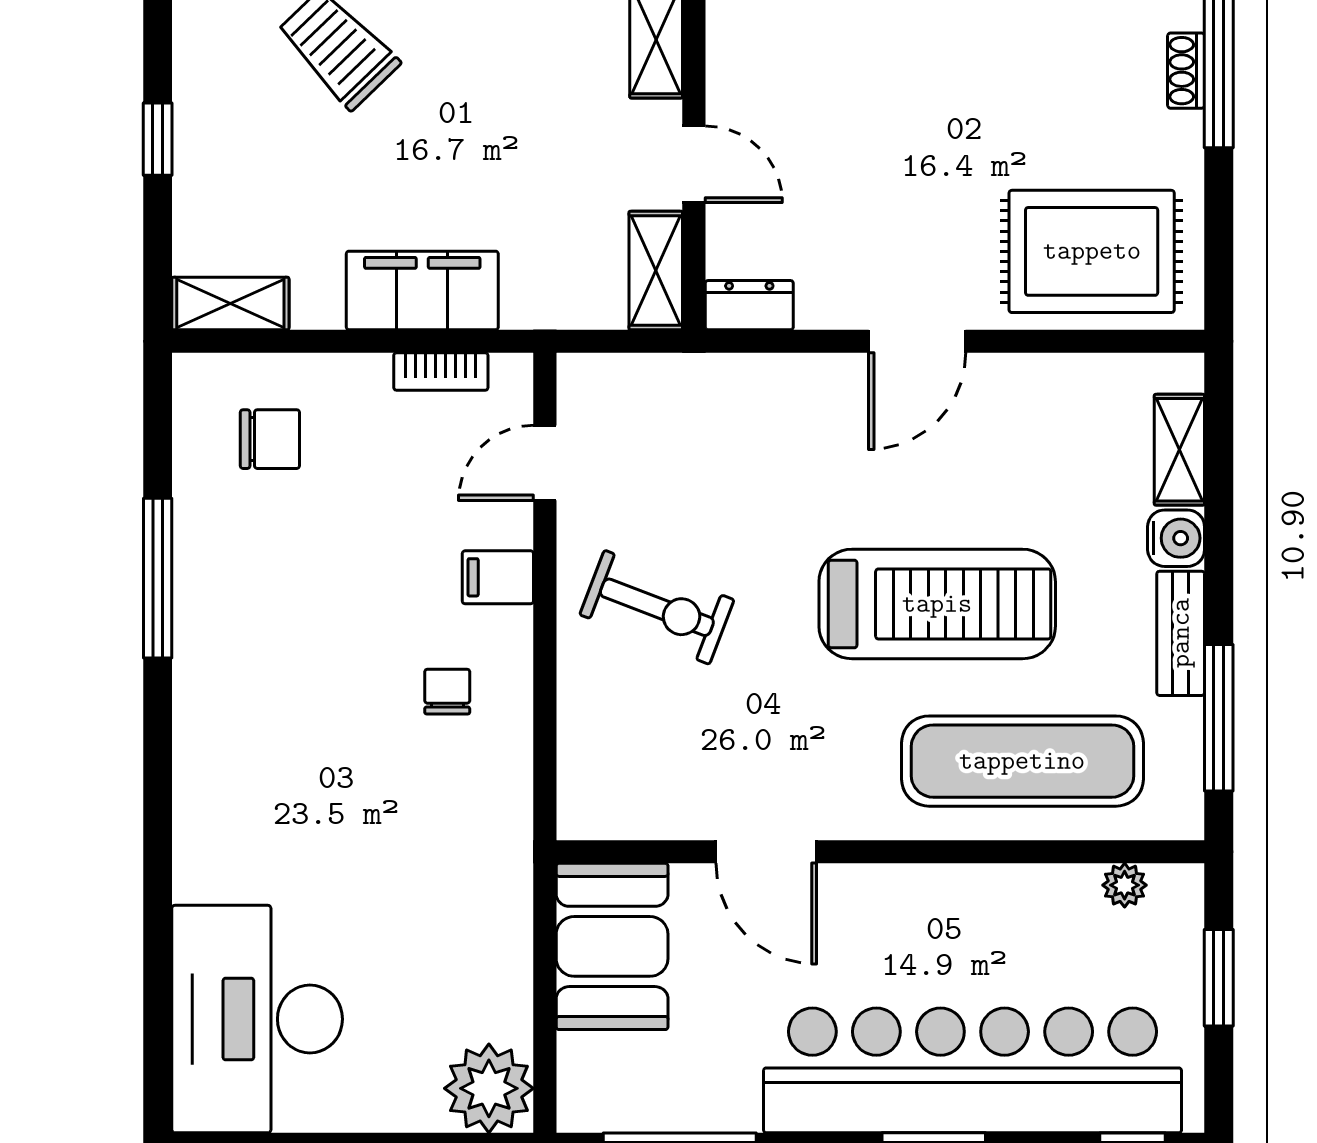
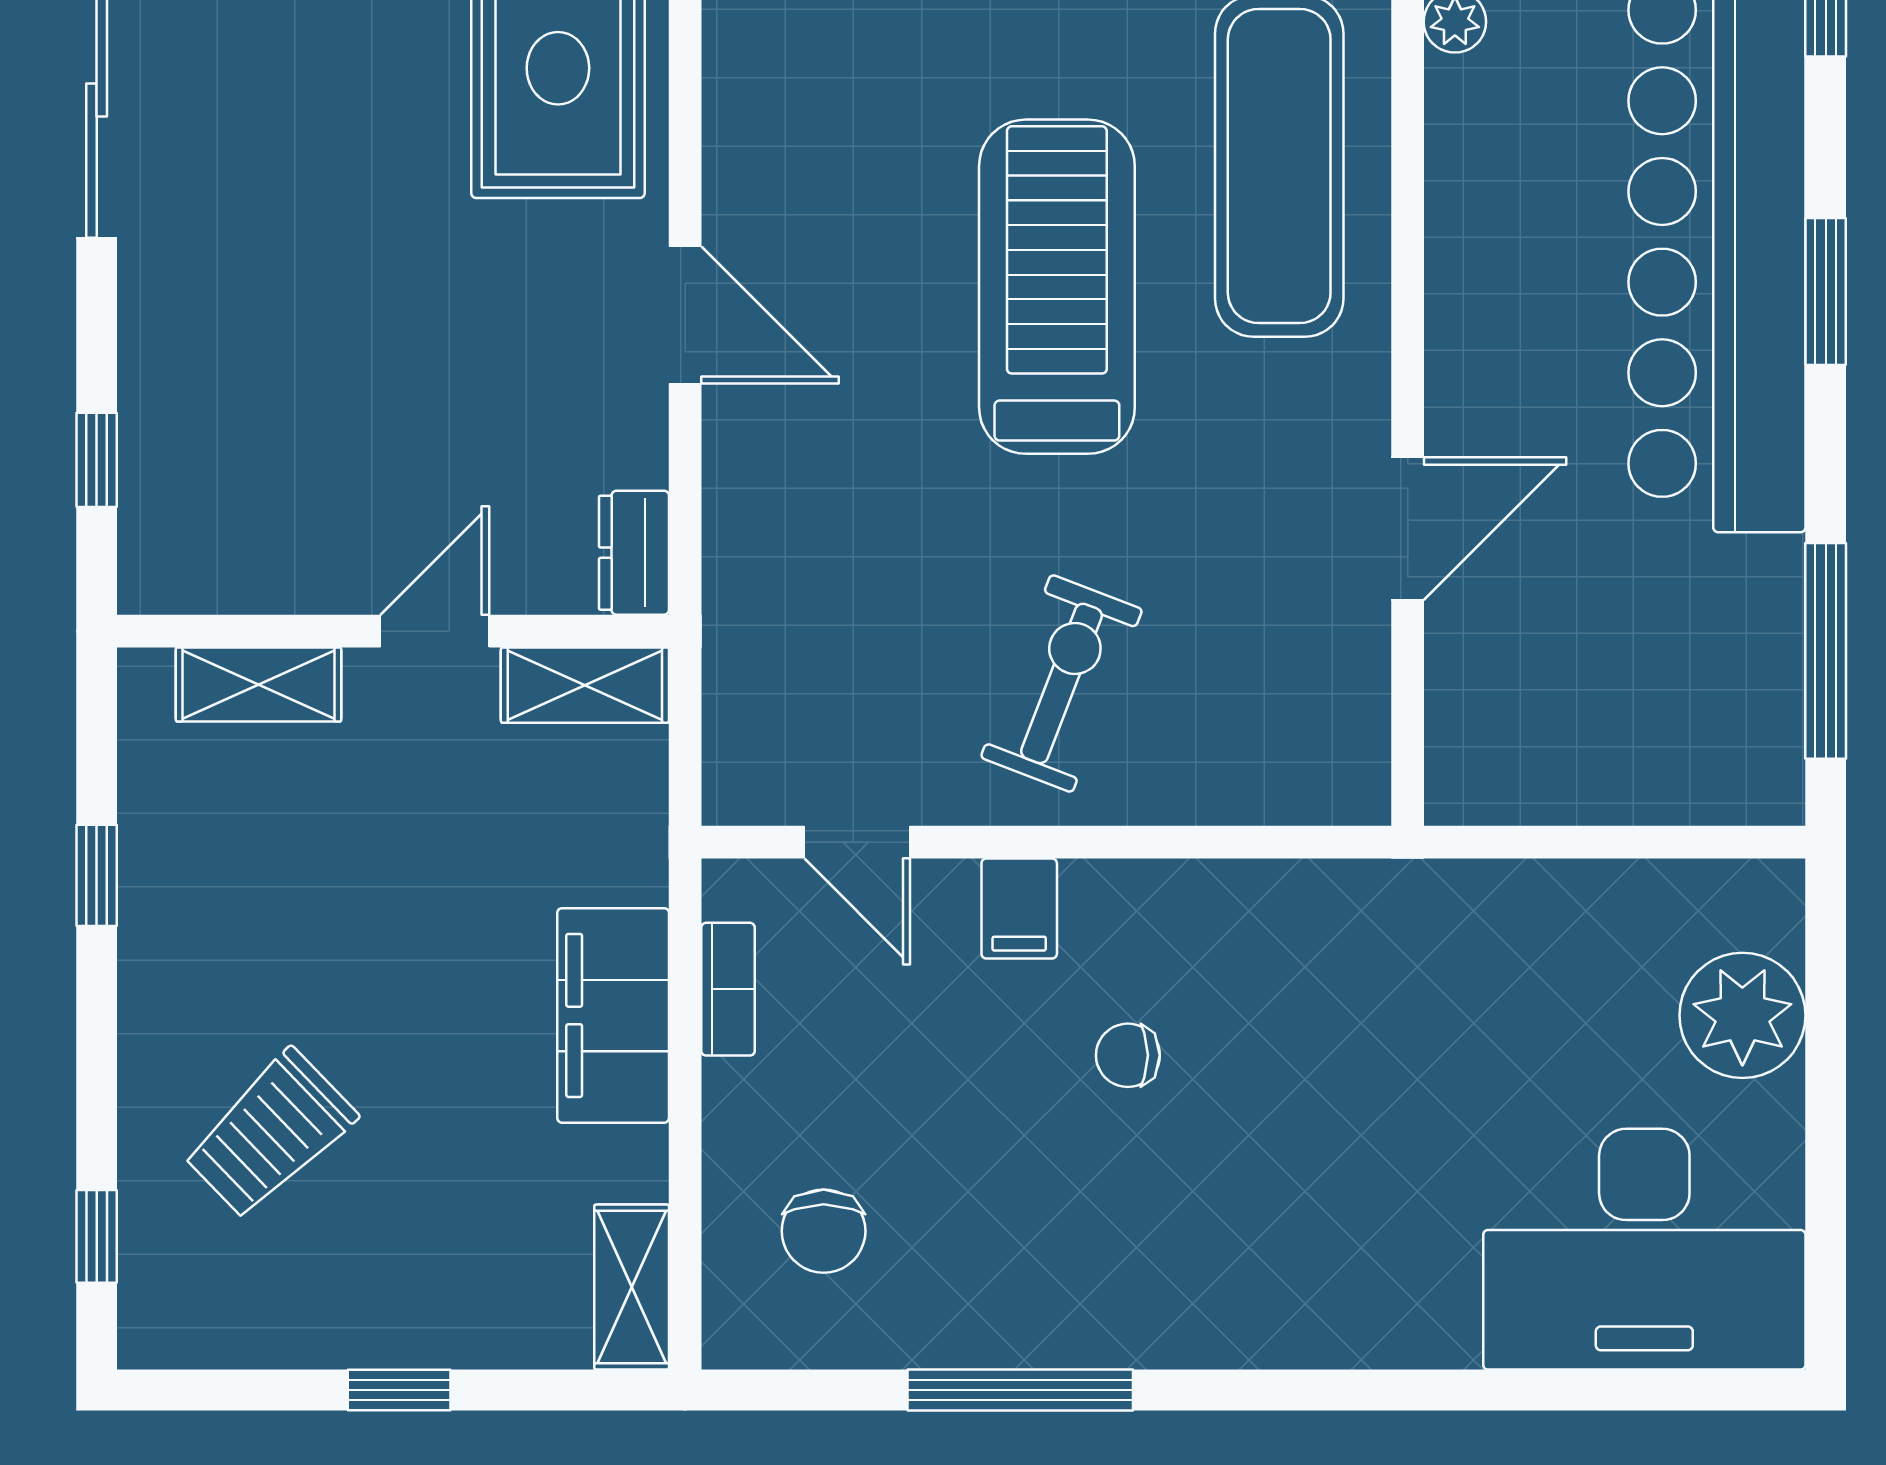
chair: (270, 439) -> (824, 1231), turned 180
chair: (447, 692) -> (1128, 1055), moved
booth: (612, 946) -> (1542, 747), removed
plant: (489, 1088) -> (1742, 1015), moved

